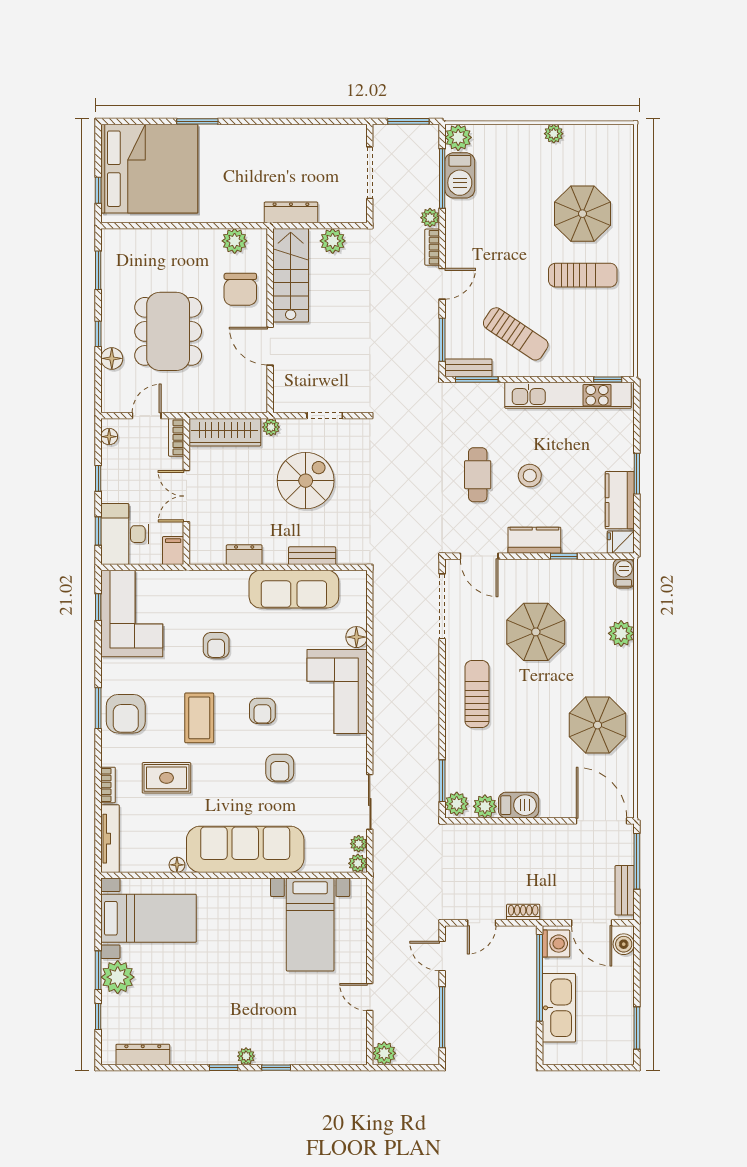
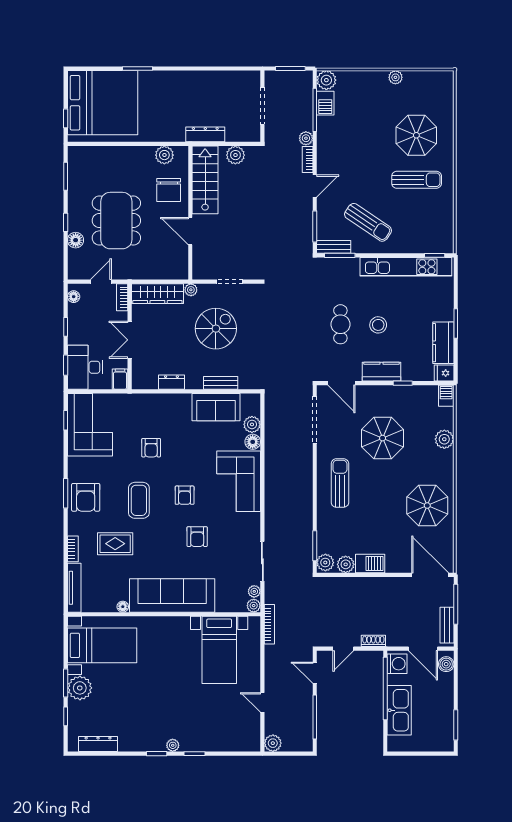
barbecue: (460, 175) -> (325, 103), width x0.73, depth x0.79
sofa: (294, 589) -> (216, 407), width x0.73
plant: (355, 613) -> (252, 424), added
bookcase: (380, 889) -> (269, 624), added

